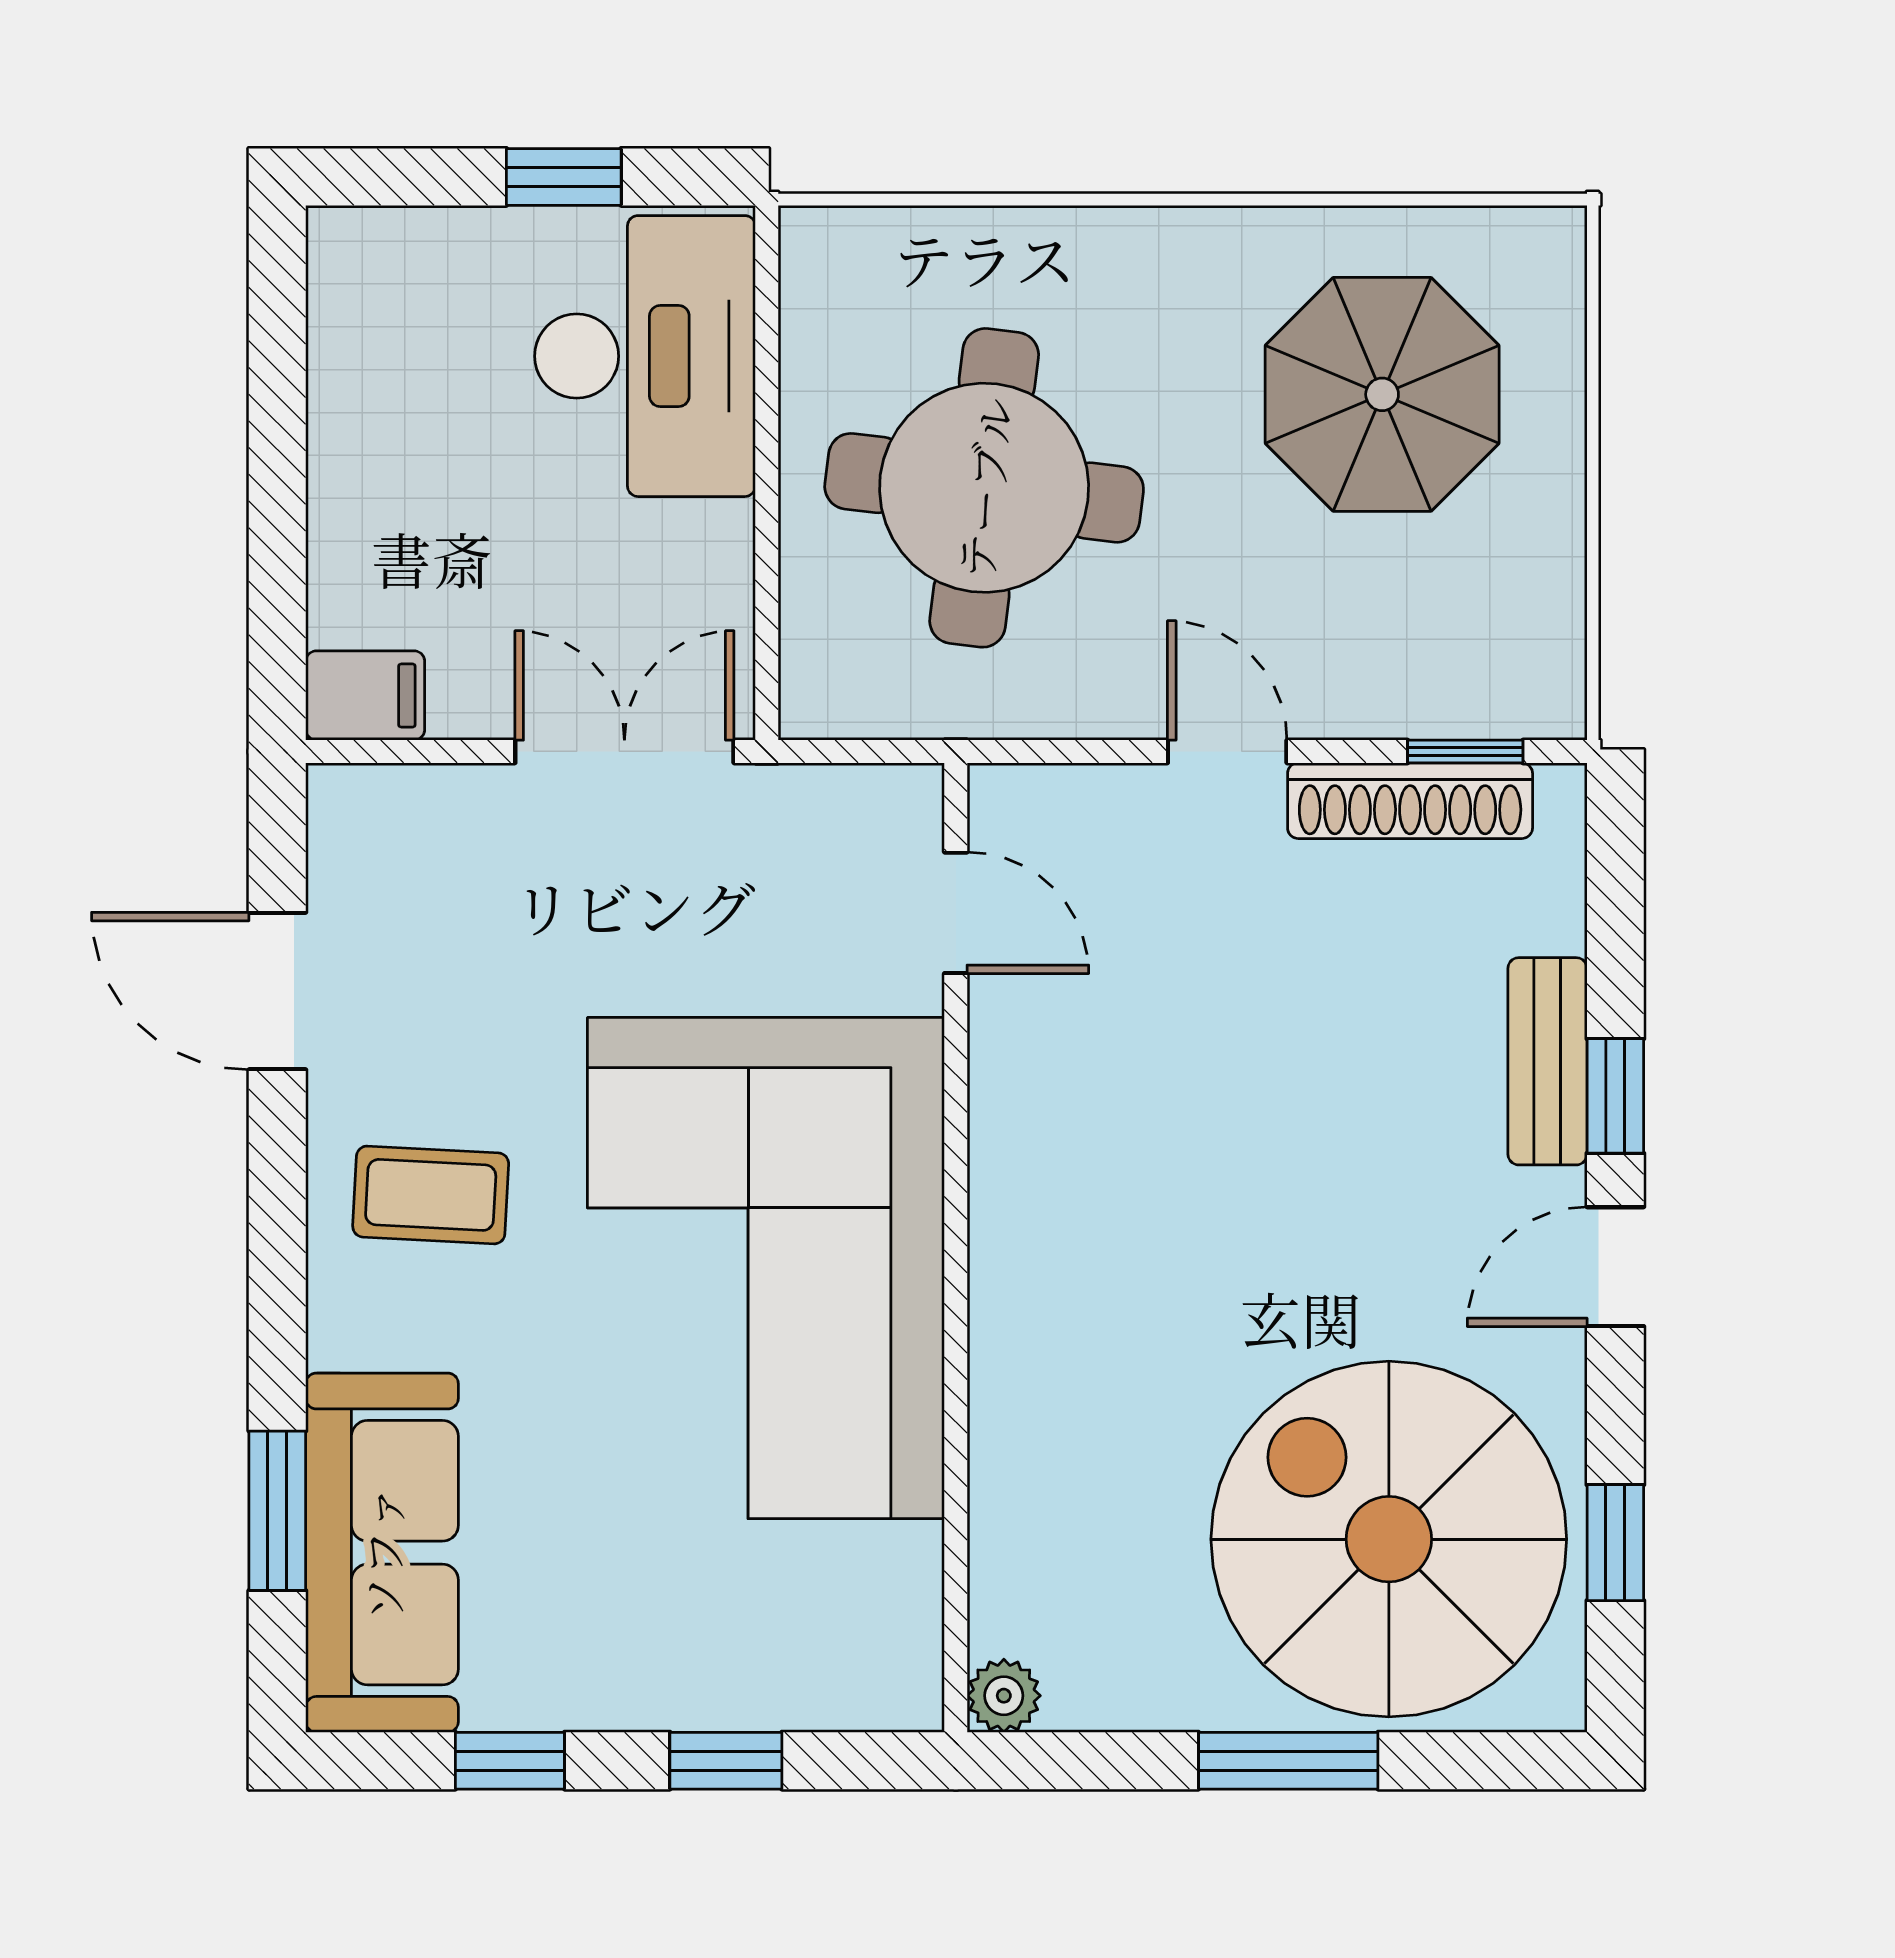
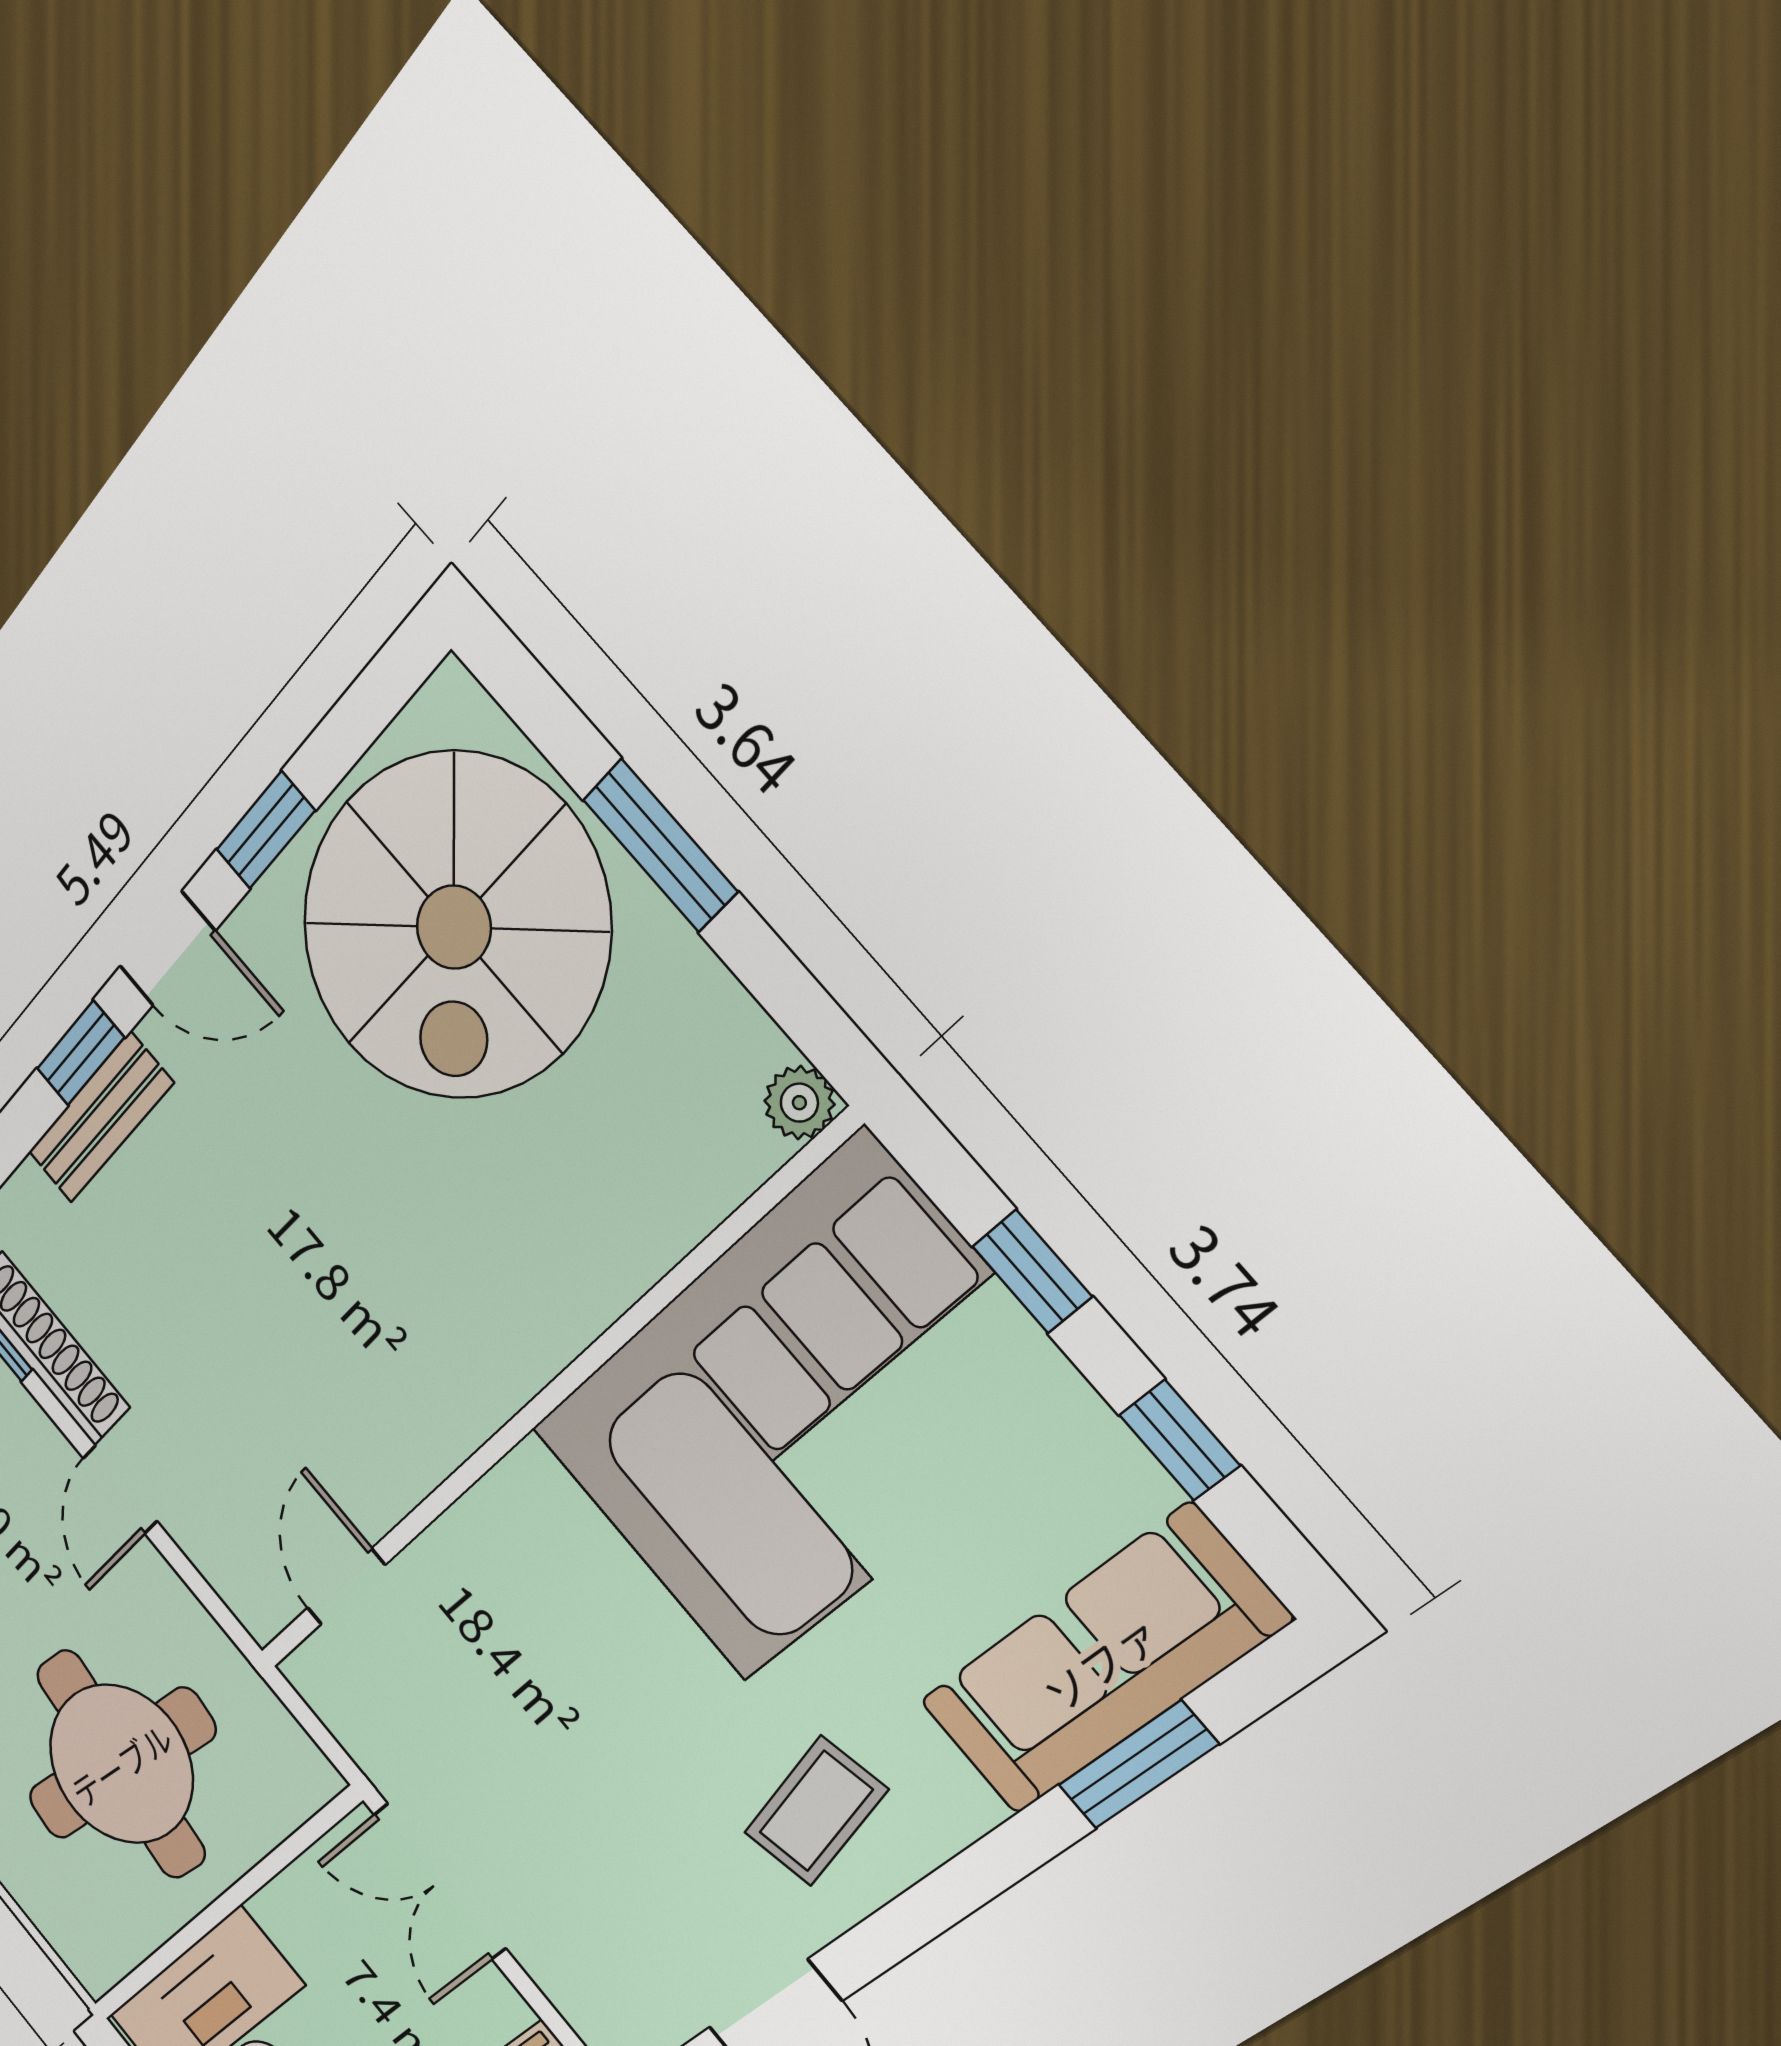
coffee table: (431, 1195) -> (816, 1811), turned 74
corner sofa: (766, 1268) -> (802, 1413), moved
window: (1615, 1543) -> (266, 830), moved

